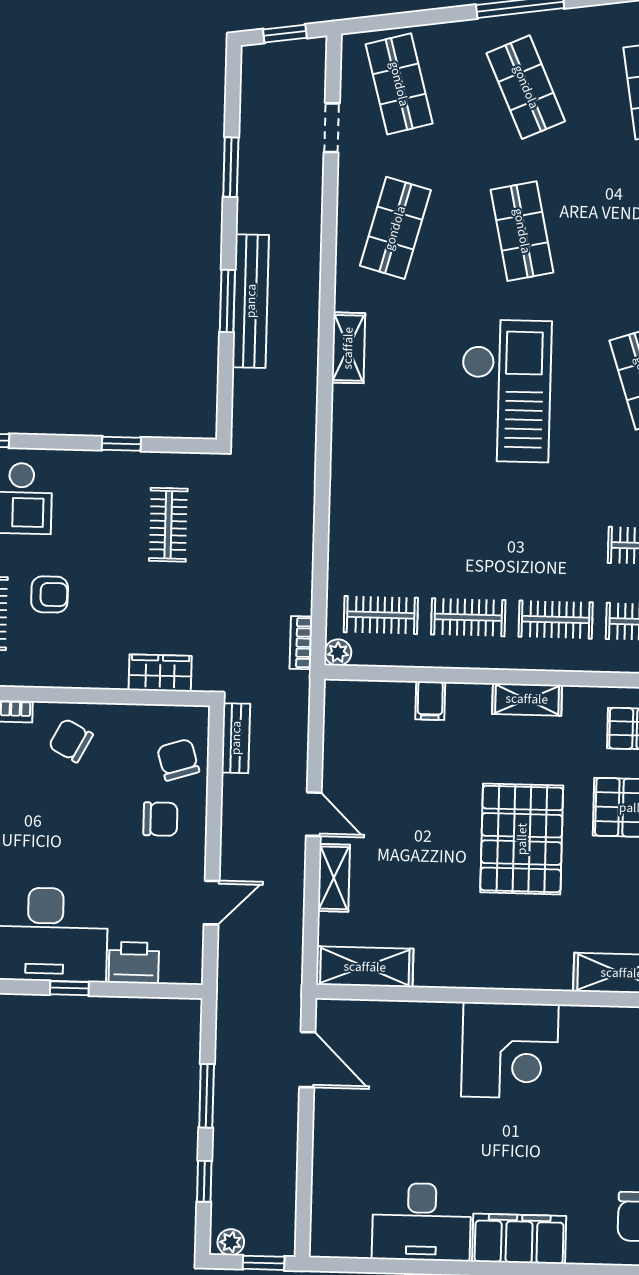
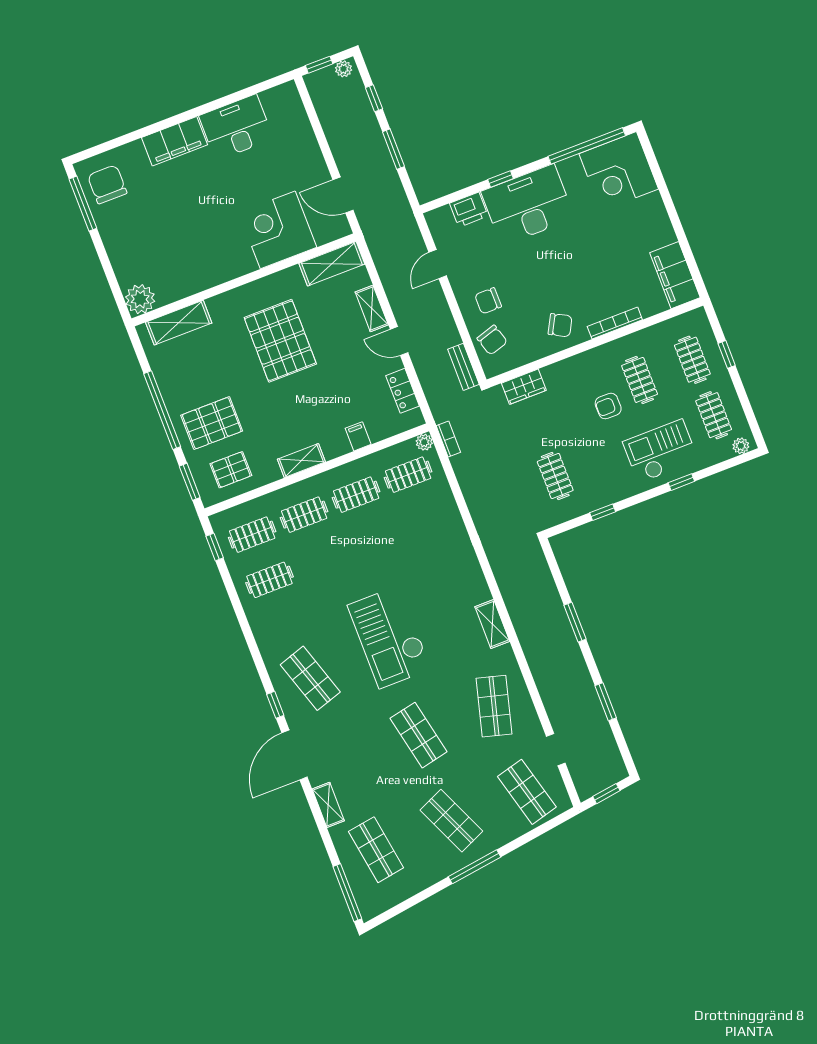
bench: (251, 301) -> (561, 628), removed
locker: (338, 740) -> (403, 391), added
pallet: (522, 839) -> (280, 341), moved
corner desk: (510, 1051) -> (278, 230), moved

